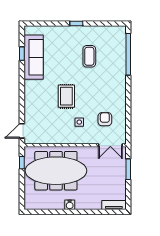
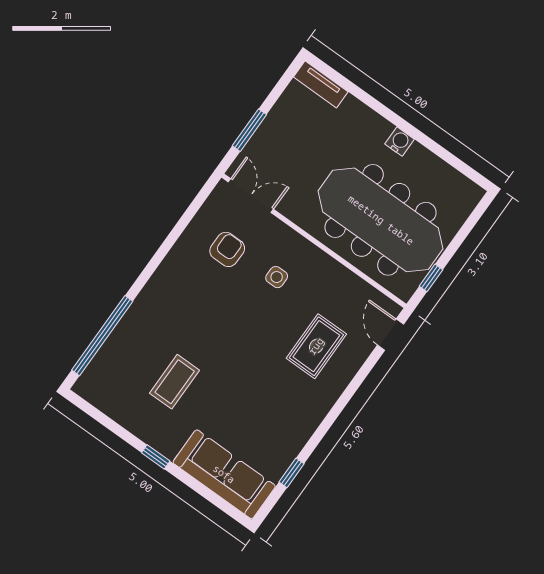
sofa: (34, 57) -> (224, 474), moved, turned 90
rug: (66, 96) -> (316, 346), moved
armchair: (105, 119) -> (227, 249), turned 180
door: (22, 131) -> (390, 335), swing flipped

